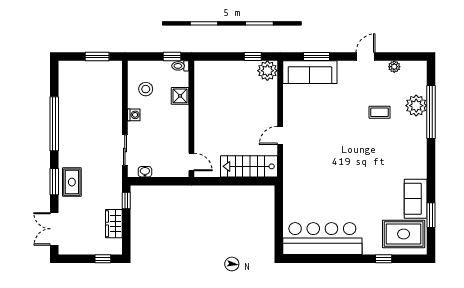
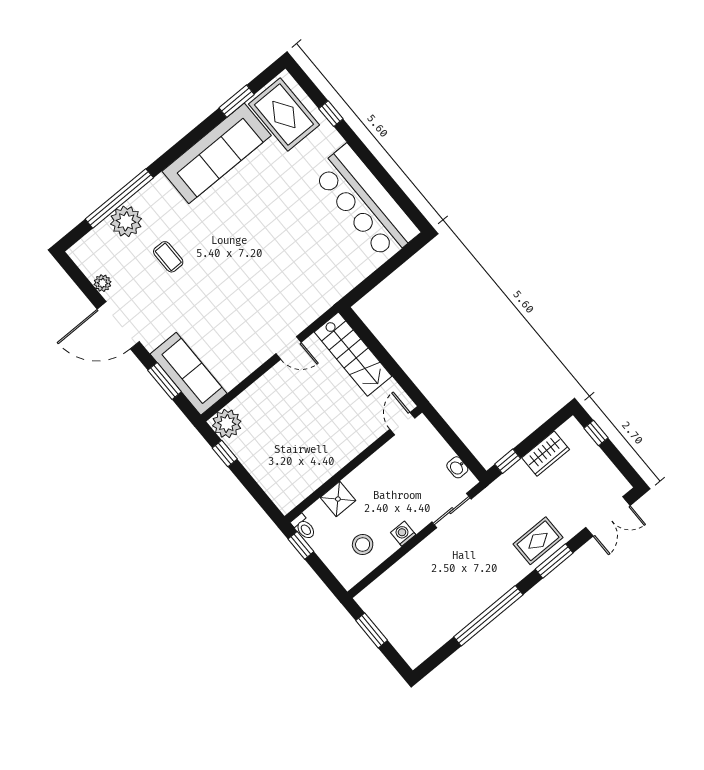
door: (365, 57) -> (118, 325), width x1.88
sofa: (416, 199) -> (217, 153), width x1.85, depth x1.27

